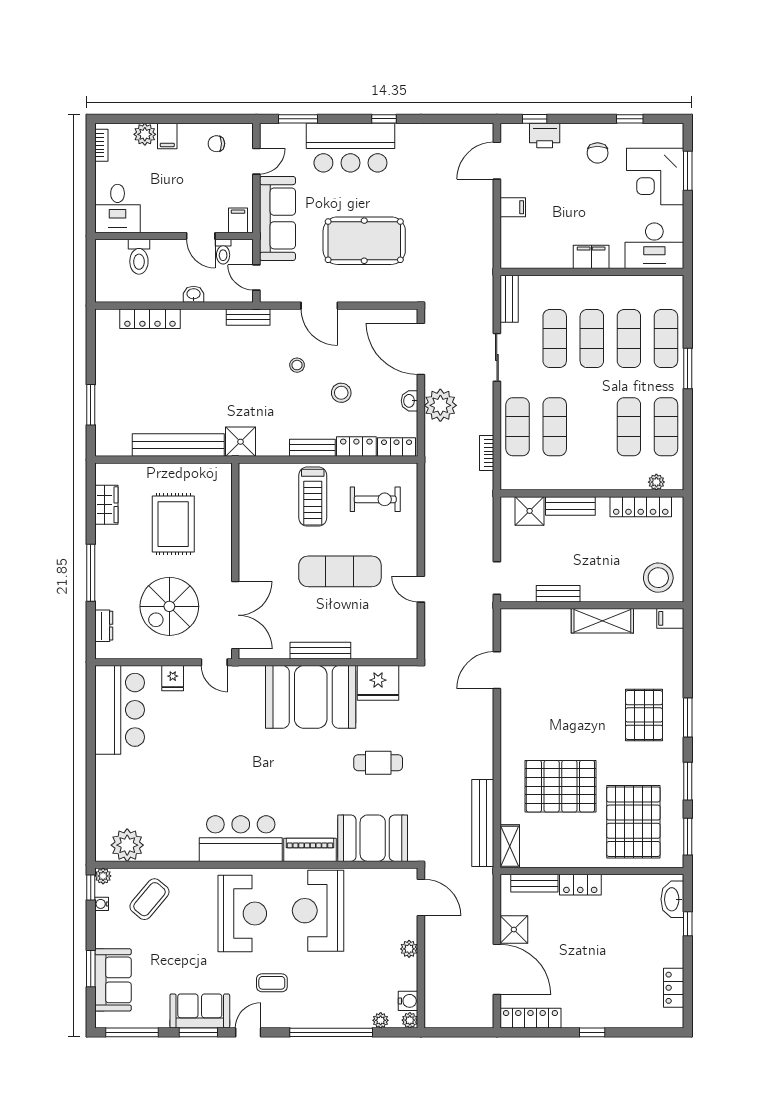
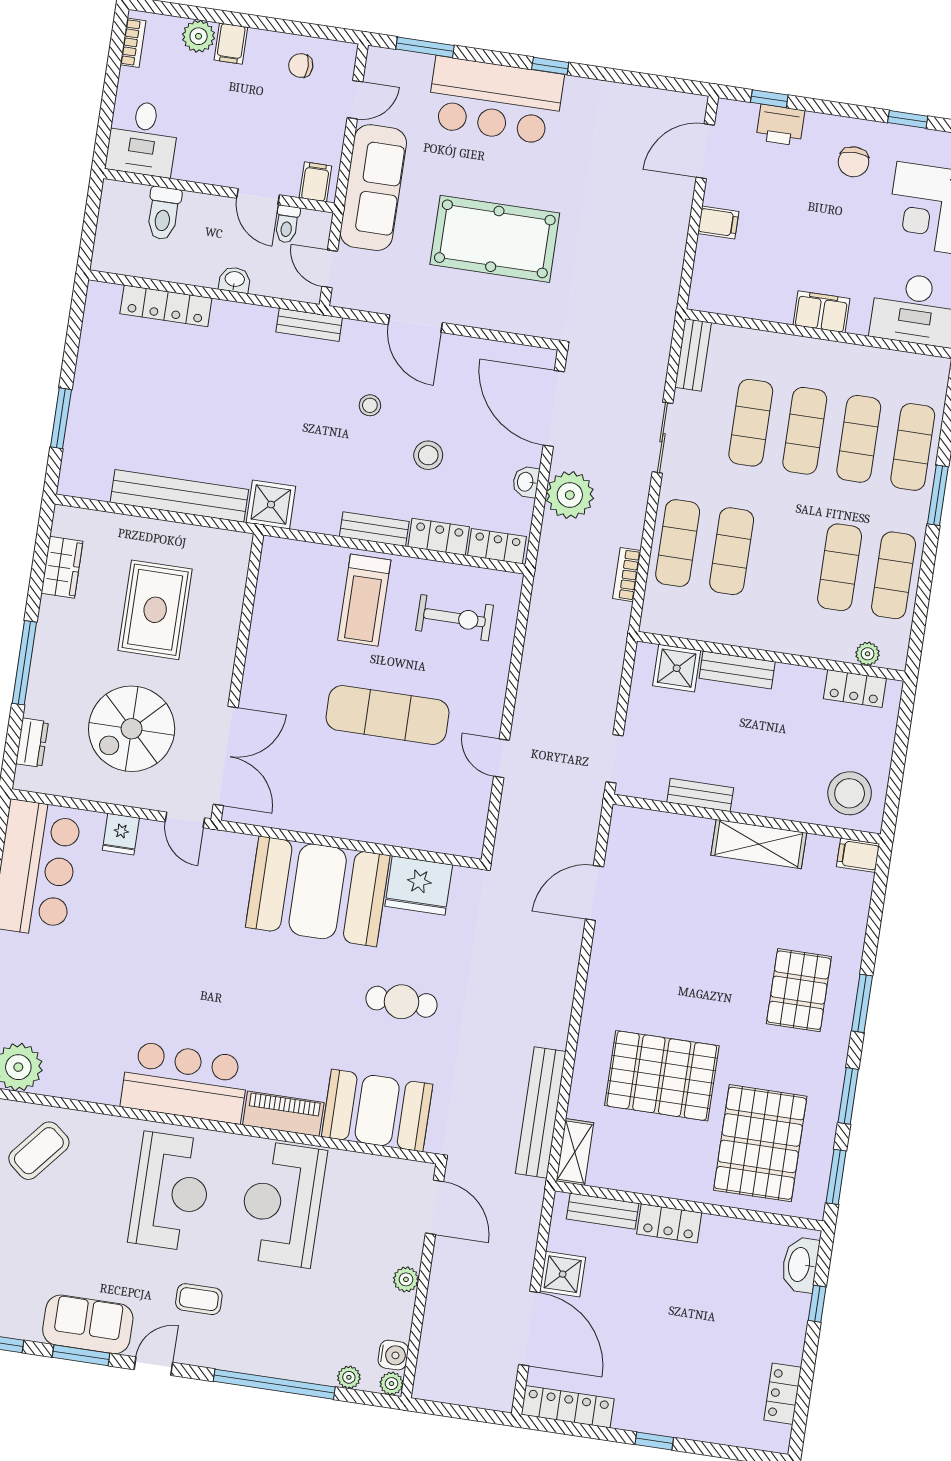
locker: (641, 507) -> (855, 689), width x0.66
bench: (320, 651) -> (342, 826), removed

